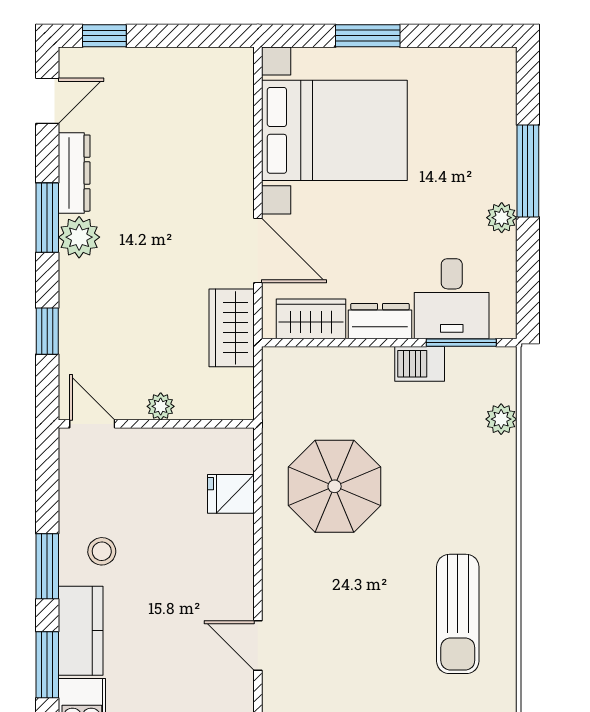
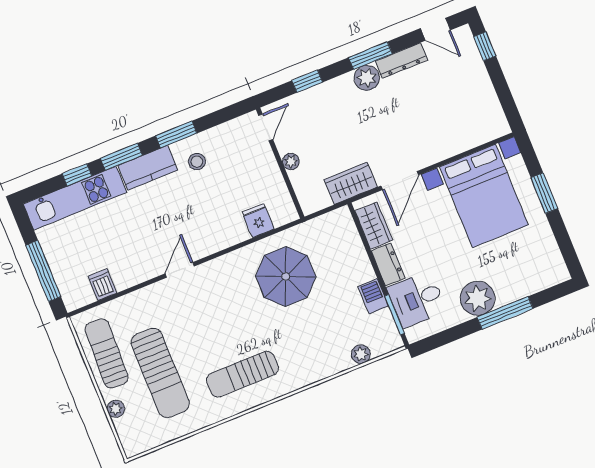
plant: (502, 218) -> (478, 298), width x1.88, depth x1.88

